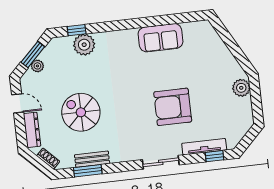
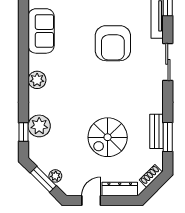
plant: (129, 37) -> (37, 80), added
sofa: (160, 38) -> (41, 31), moved

